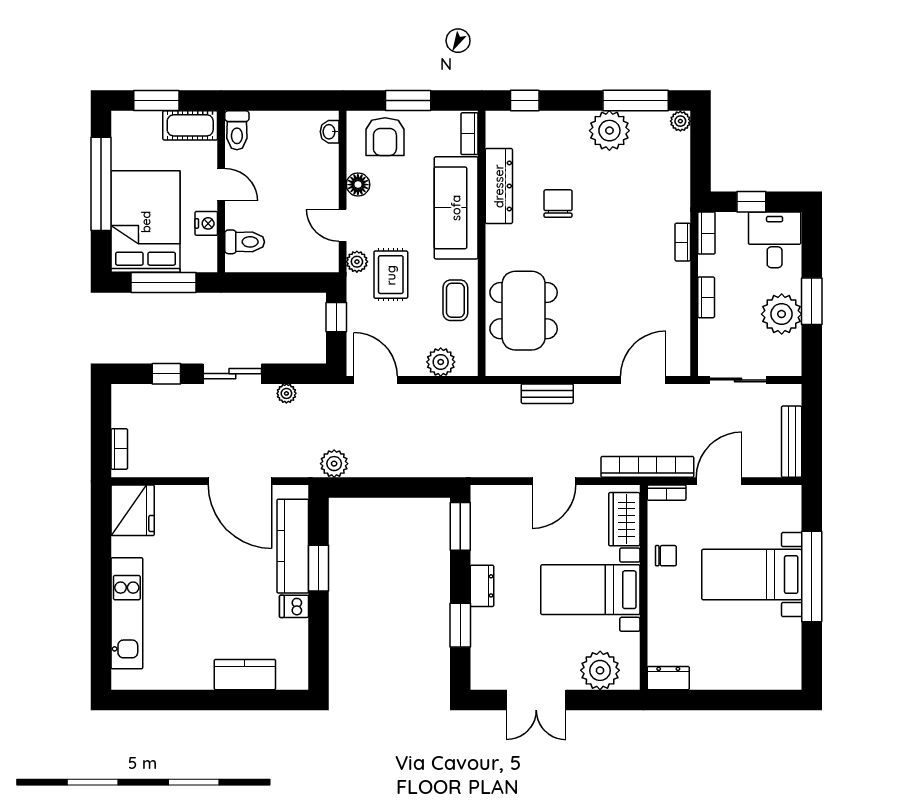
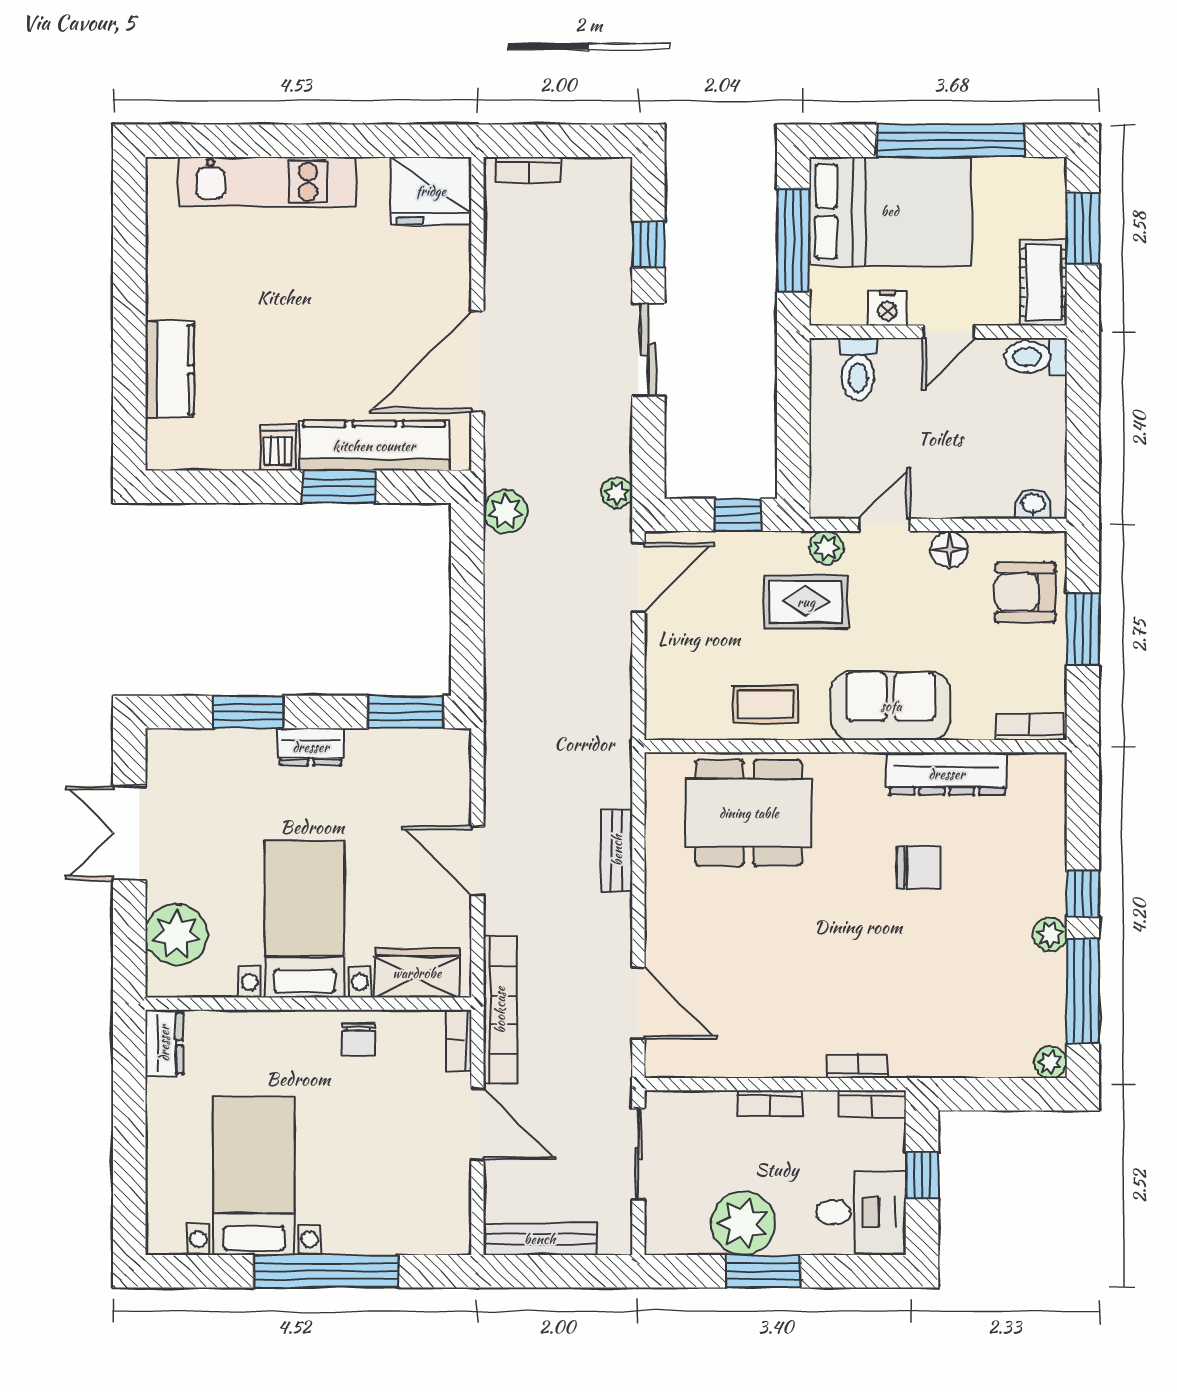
window: (525, 100) -> (1083, 893), moved
plant: (609, 131) -> (1050, 935), width x0.53, depth x0.53
sofa: (456, 208) -> (891, 706), width x0.73
plant: (441, 362) -> (667, 681), removed
plant: (286, 393) -> (617, 493), moved
bed with nightstands: (752, 575) -> (254, 1176), moved

